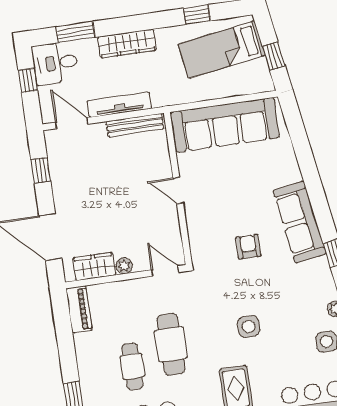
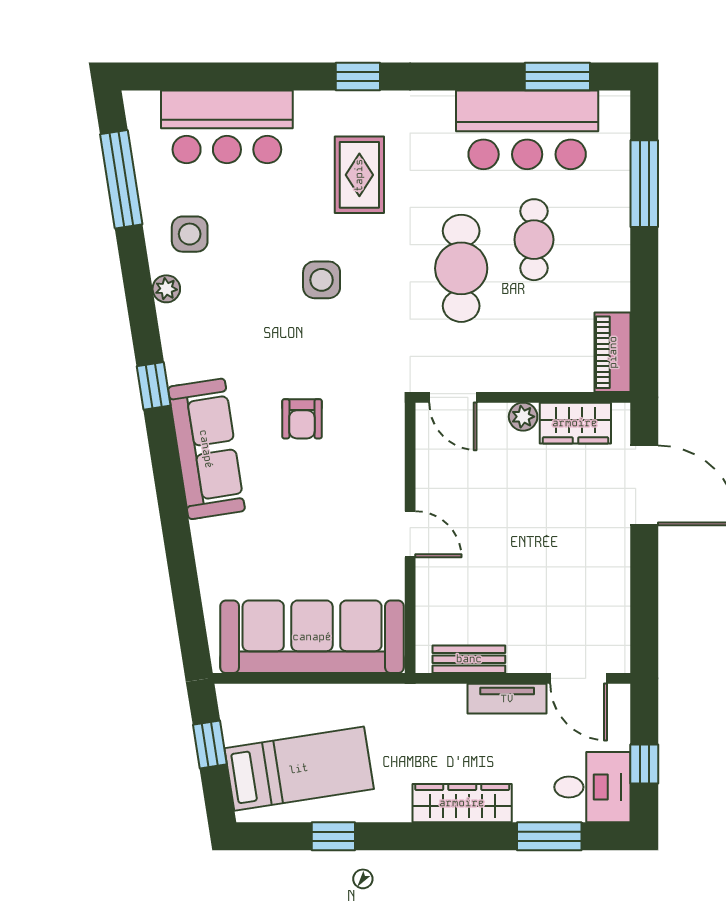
tv unit: (119, 105) -> (507, 699), width x0.71
bench: (135, 125) -> (469, 659), width x0.73
window: (41, 170) -> (644, 604), removed

